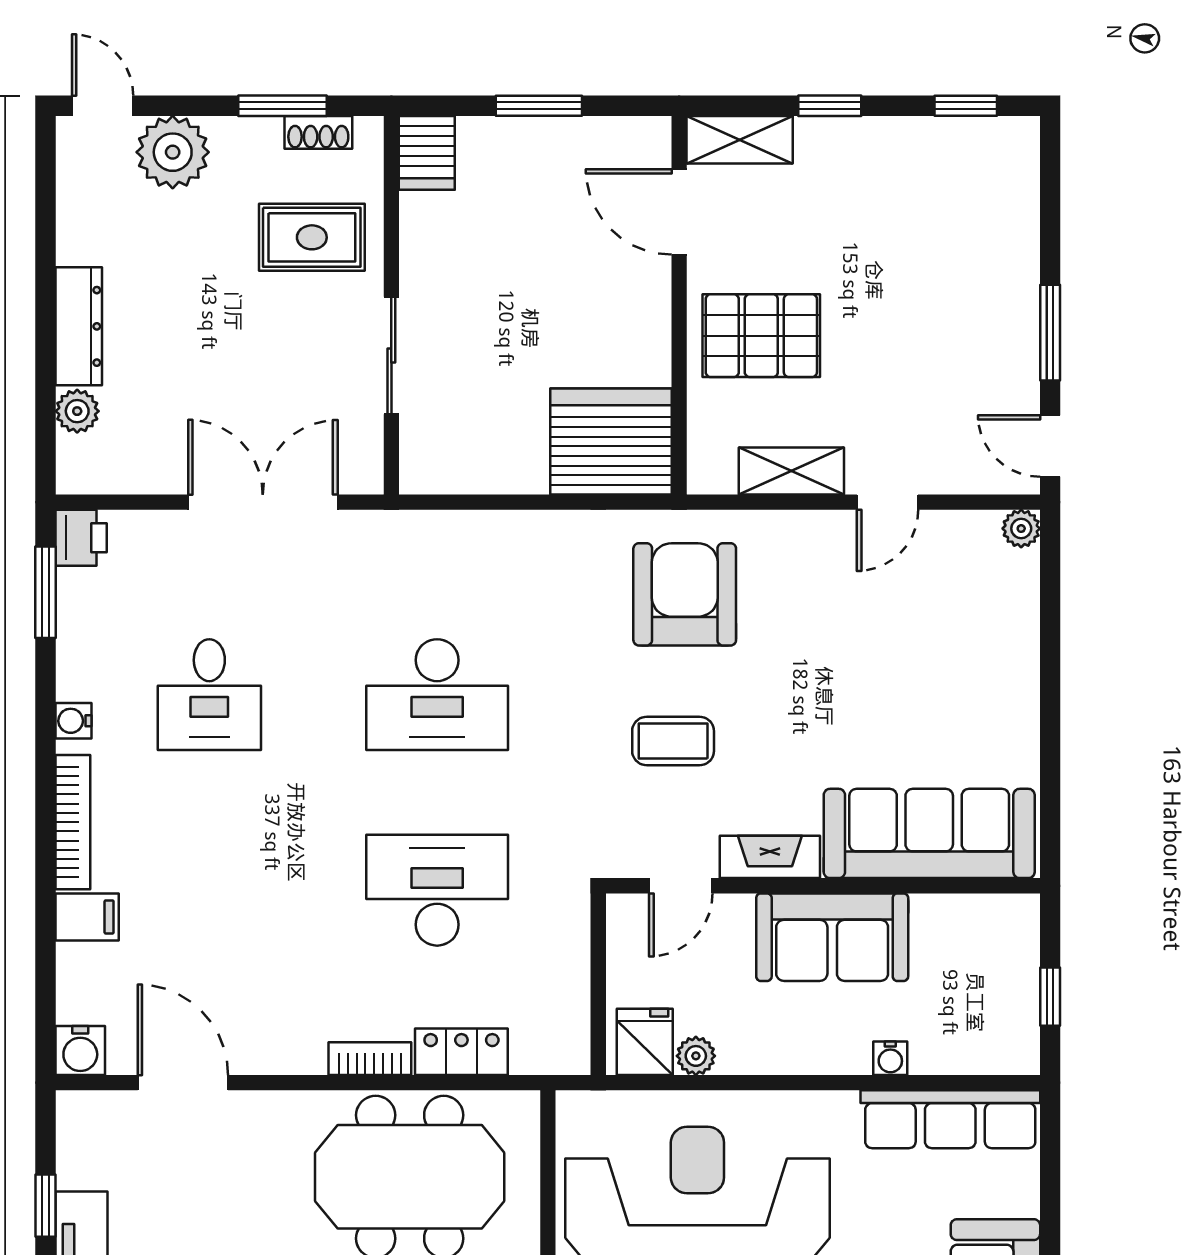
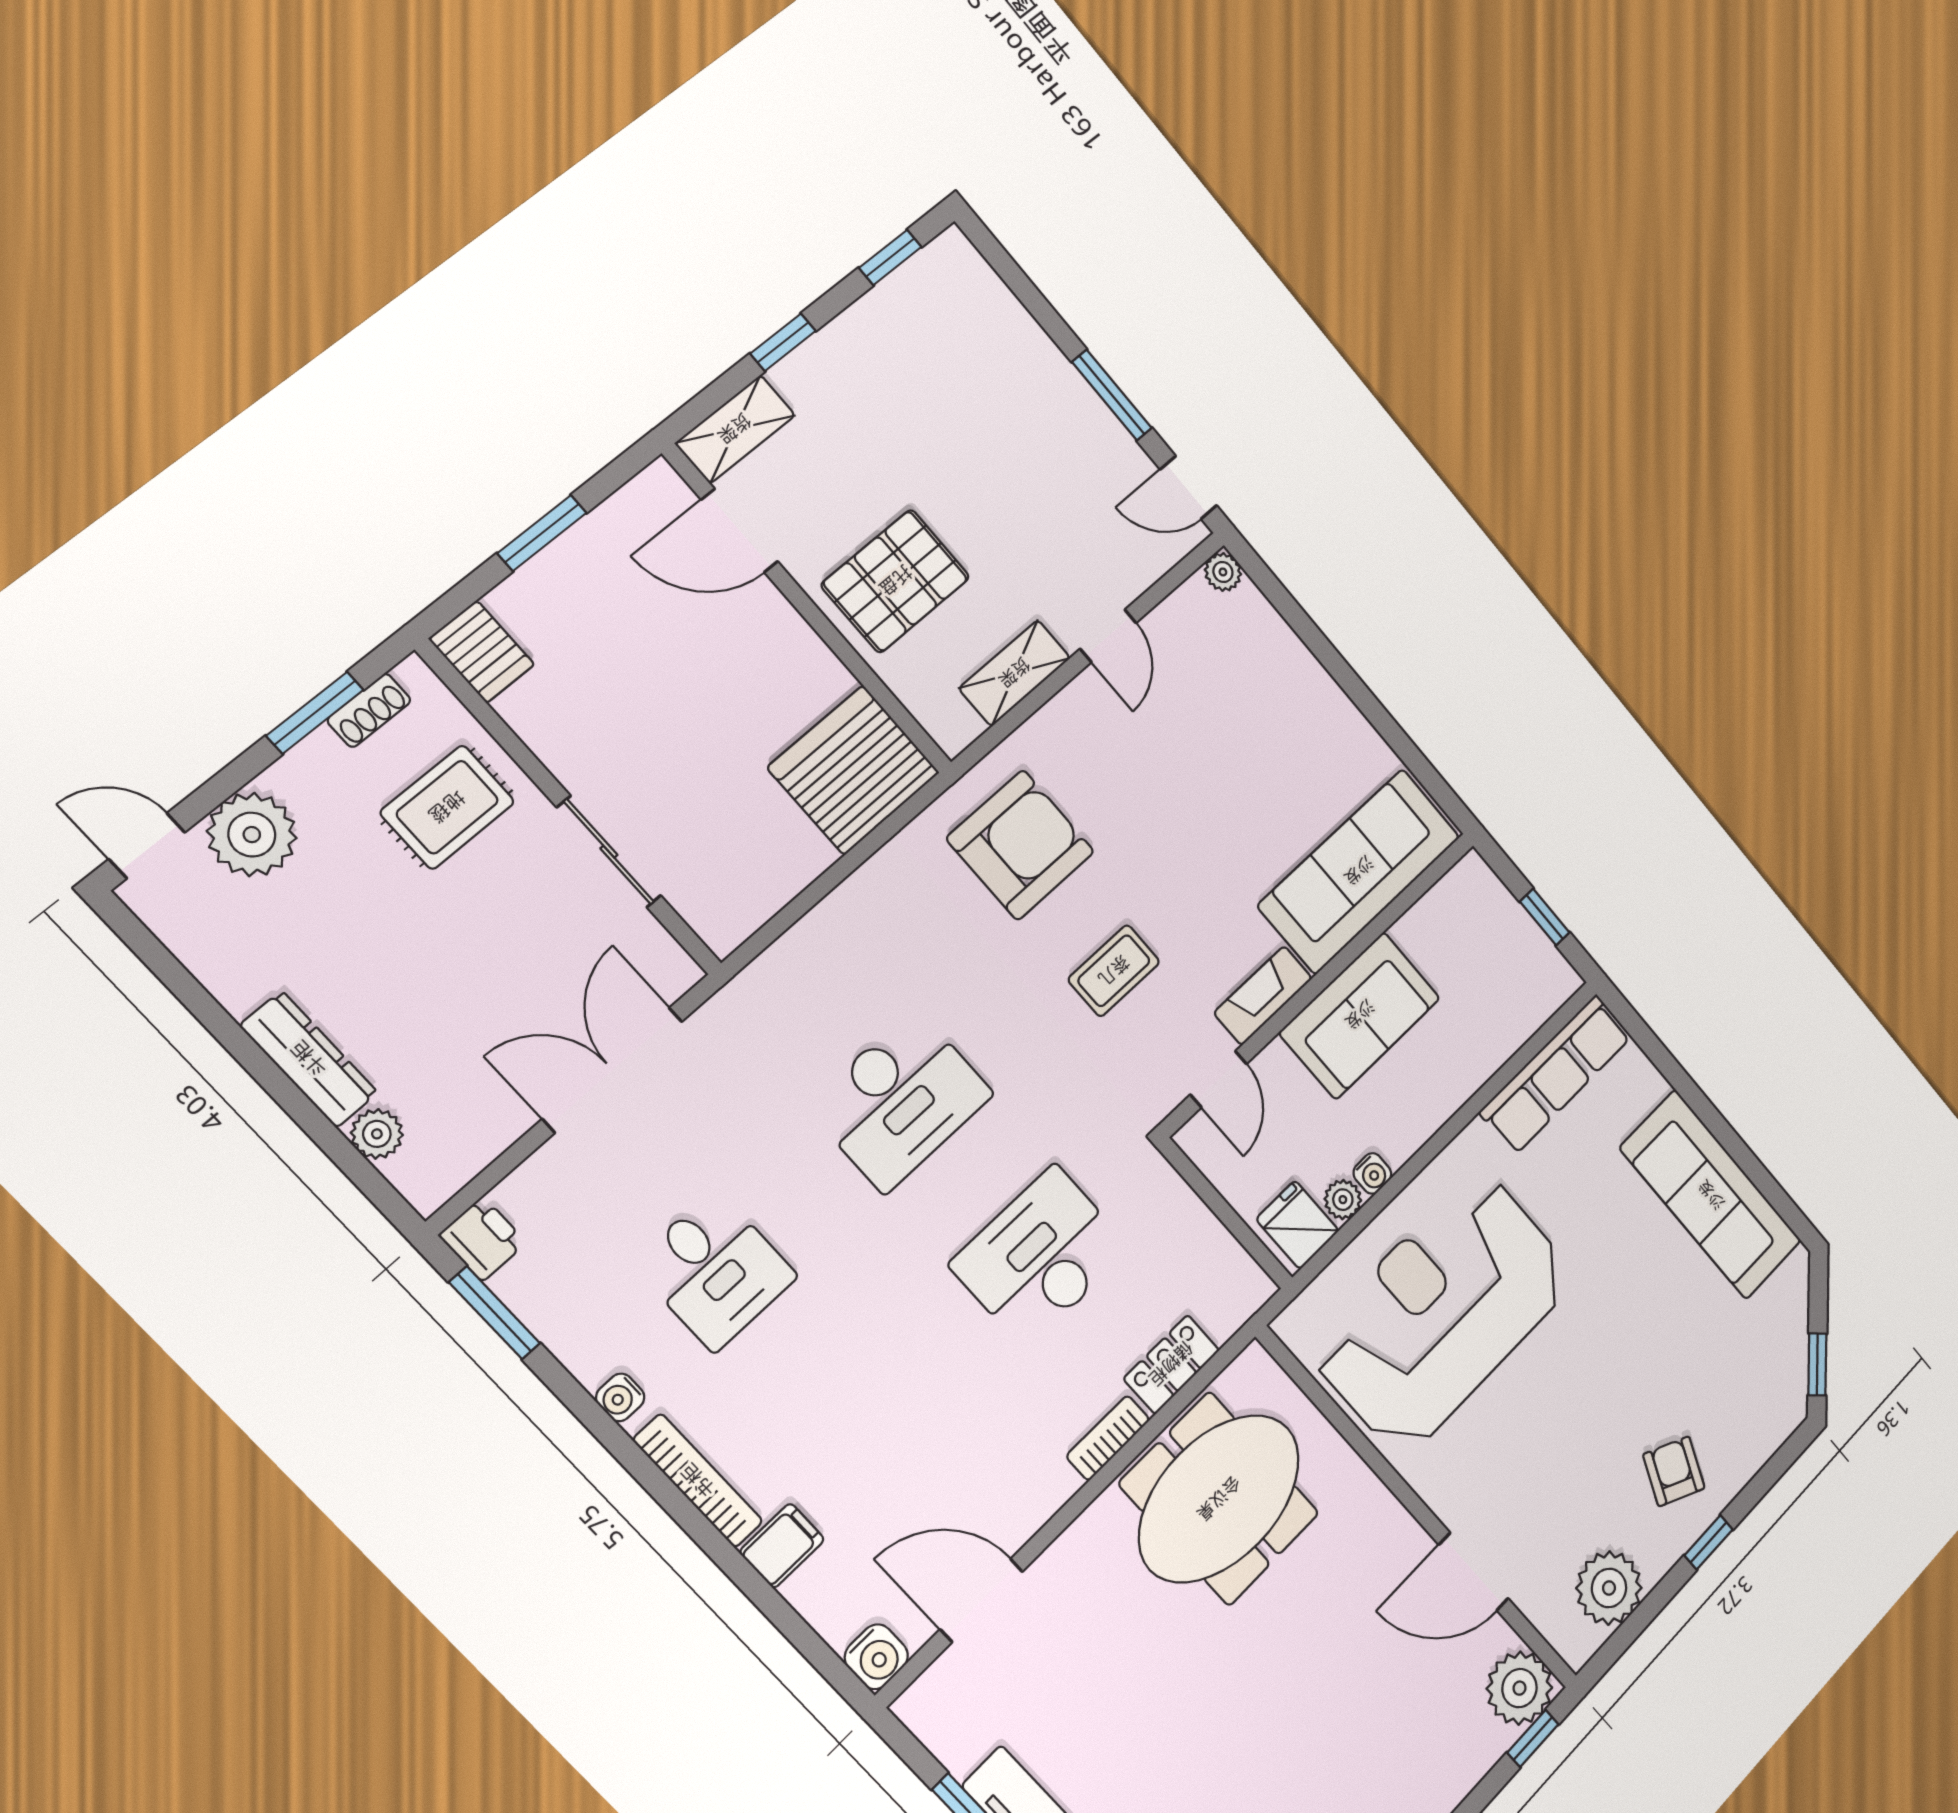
armchair: (685, 594) -> (1020, 845), turned 90
water cooler: (890, 1058) -> (1372, 1173), moved

